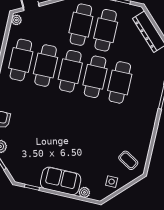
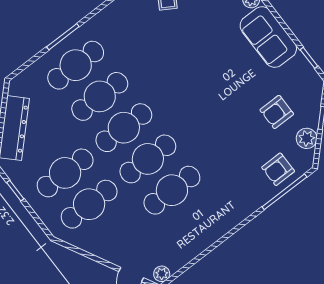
cafe table: (21, 60) -> (76, 65), moved
armchair: (26, 147) -> (277, 112), added

